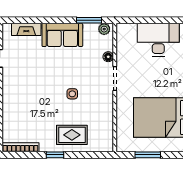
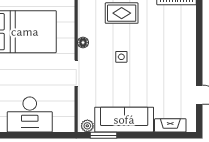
sofa: (62, 35) -> (124, 120), width x1.36
floor lamp: (108, 57) -> (83, 43), moved

